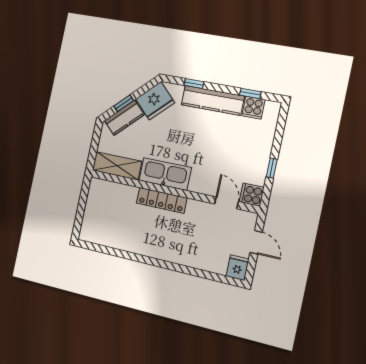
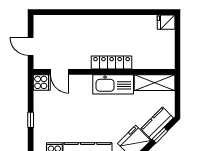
window: (272, 168) -> (31, 120), moved
fridge: (238, 268) -> (166, 22), moved, turned 90

